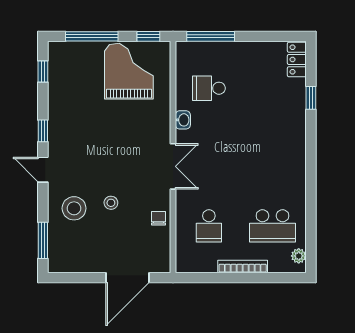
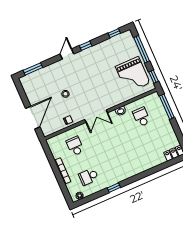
grand piano: (129, 71) -> (133, 75), turned 90
window: (311, 98) -> (114, 188), moved
stool: (74, 208) -> (55, 77), removed
school desk: (209, 226) -> (75, 146), turned 90
school desk: (272, 226) -> (89, 177), width x0.54
door: (127, 278) -> (33, 118), swing flipped

